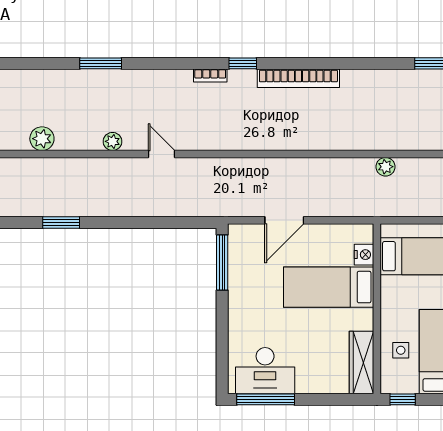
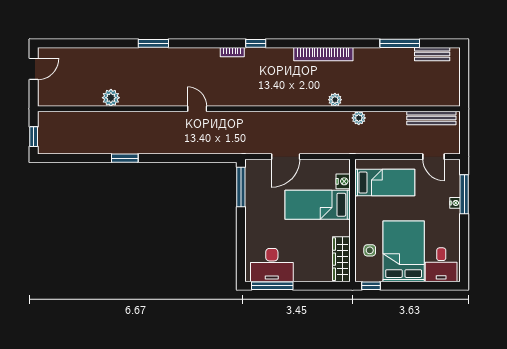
bookcase: (298, 78) -> (323, 54), moved
plant: (112, 141) -> (335, 100), moved

